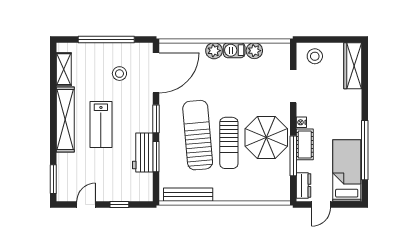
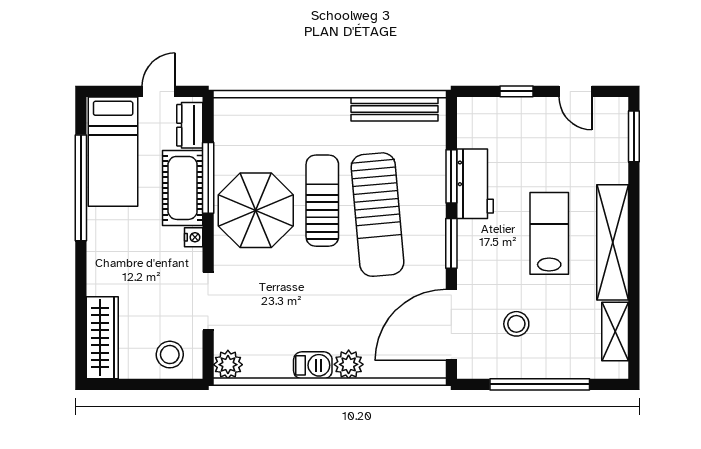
plant: (254, 51) -> (228, 365), moved
cot: (305, 144) -> (183, 188), width x1.37, depth x1.34
door: (86, 205) -> (575, 91), hinge flipped

